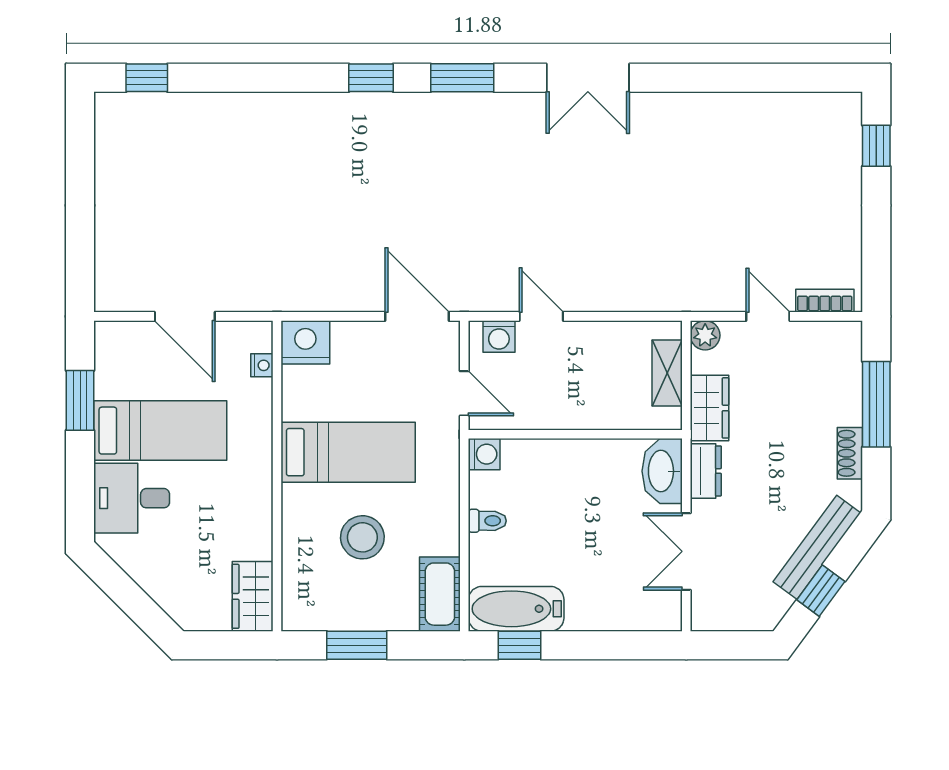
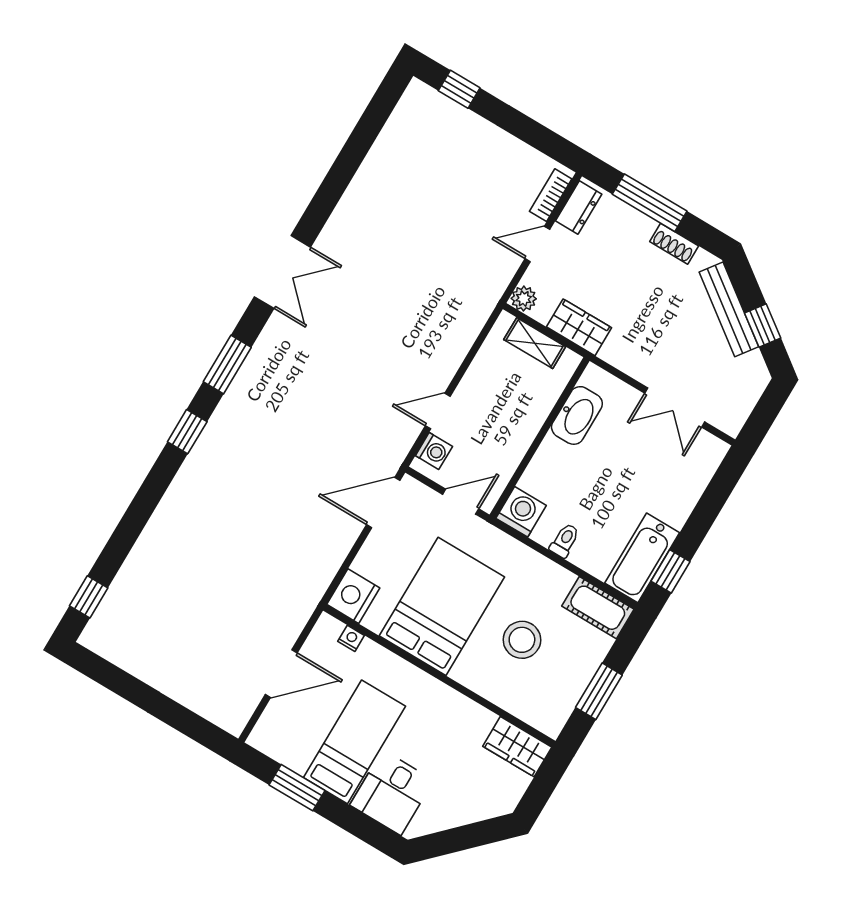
bed: (348, 452) -> (442, 606), width x1.50
washing machine: (484, 454) -> (521, 512), width x1.38, depth x1.38
washbasin: (662, 471) -> (577, 415), moved, turned -90
dresser: (706, 471) -> (579, 207), moved, turned 90

